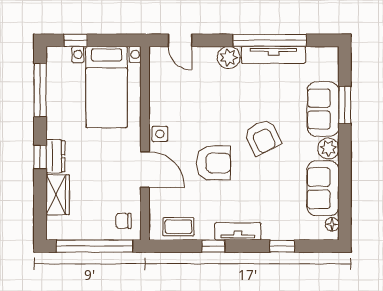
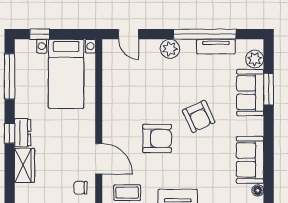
tv unit: (274, 55) -> (216, 47), width x0.71
side table: (160, 134) -> (111, 114), removed
plant: (328, 148) -> (255, 59), moved
door: (145, 169) -> (99, 159), moved

